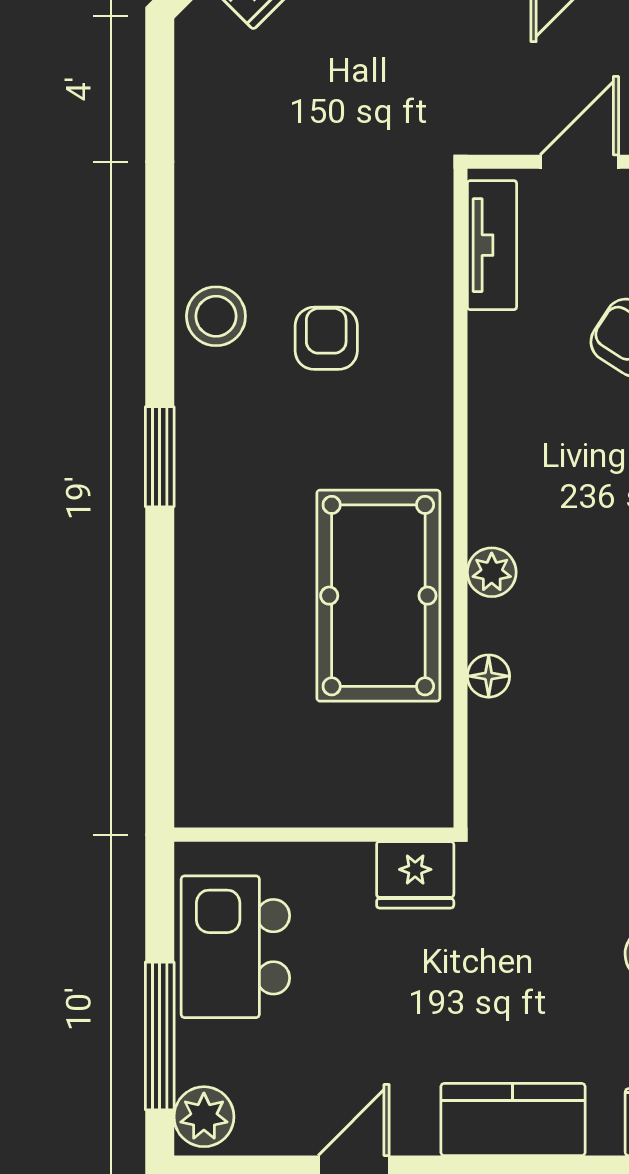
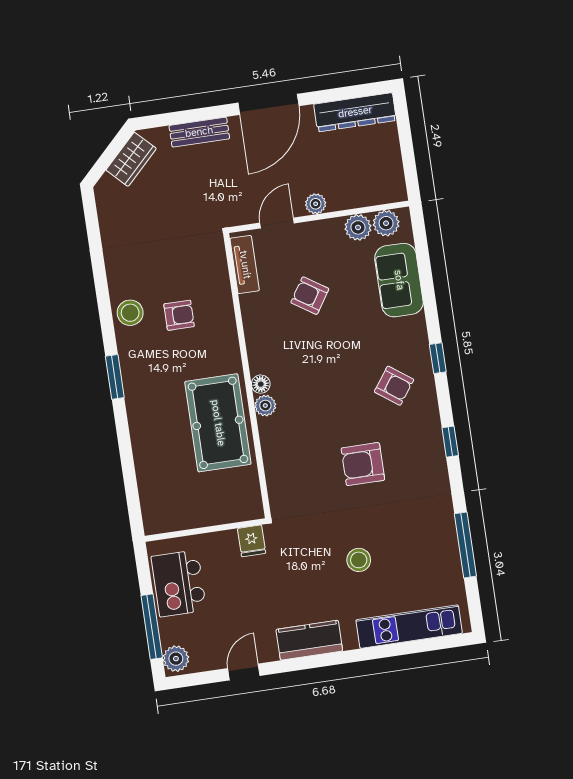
armchair: (326, 338) -> (179, 315), turned 90
floor lamp: (489, 676) -> (261, 384), moved
fridge: (415, 875) -> (252, 541), width x0.72

